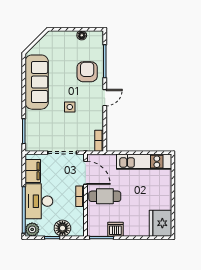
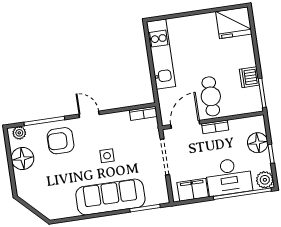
floor lamp: (82, 35) -> (22, 158), width x1.89, depth x1.89
plant: (98, 40) -> (19, 133), added
sofa: (37, 82) -> (110, 197), moved

